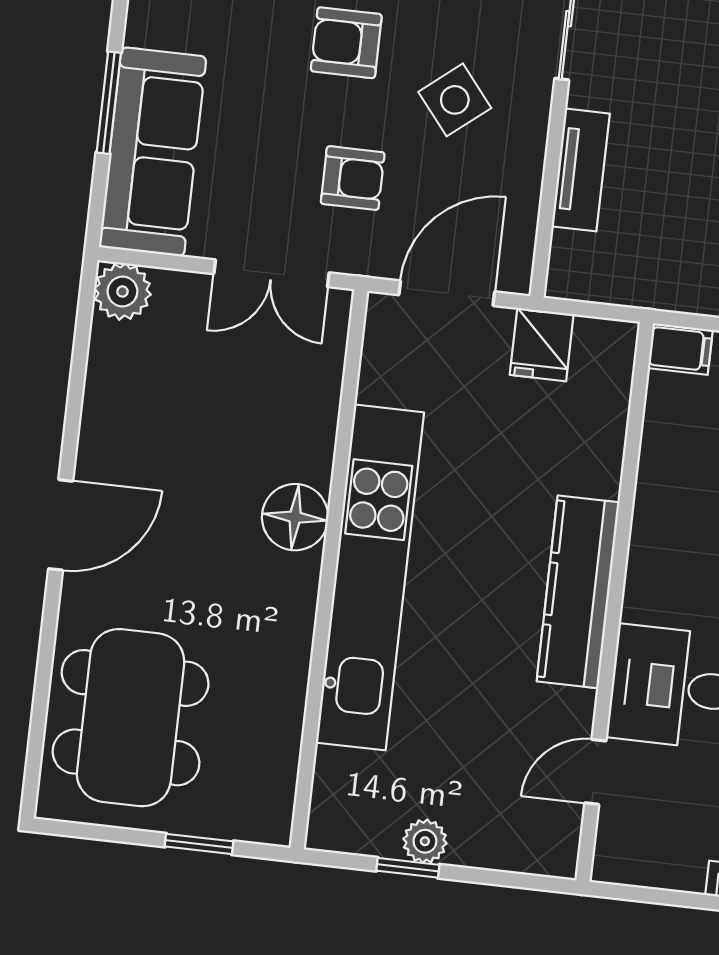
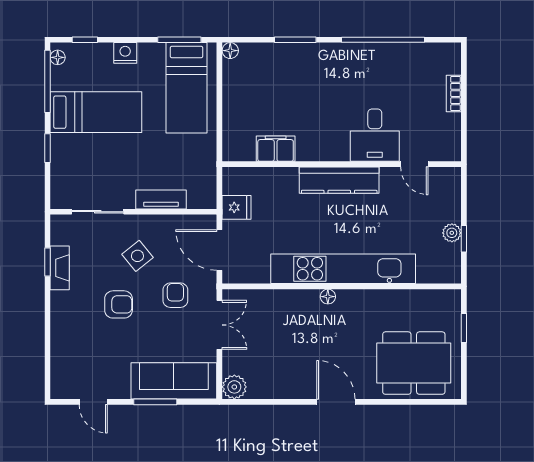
armchair: (346, 43) -> (119, 304), turned -90
filing cabinet: (680, 349) -> (276, 149), moved, width x2.00
floor lamp: (295, 517) -> (328, 297), width x0.53, depth x0.53

